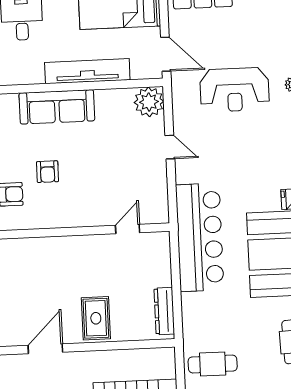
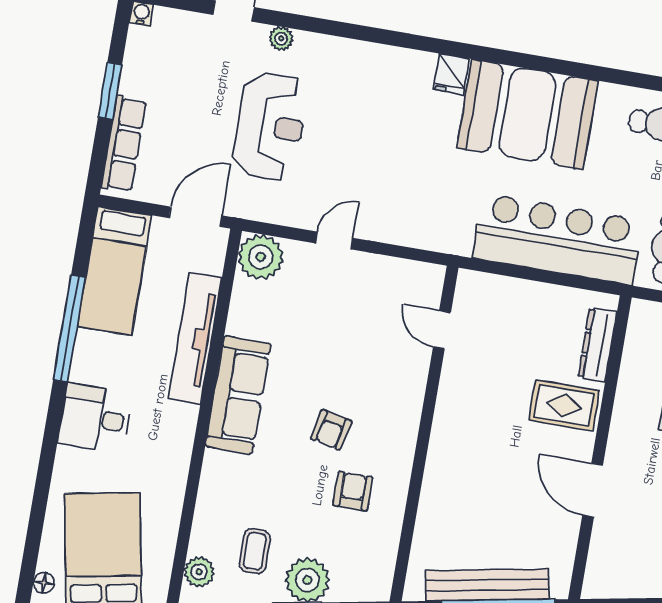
armchair: (48, 172) -> (331, 430), turned 102
bar counter: (200, 237) -> (557, 239), moved
dresser: (164, 311) -> (597, 345), moved, turned 90

